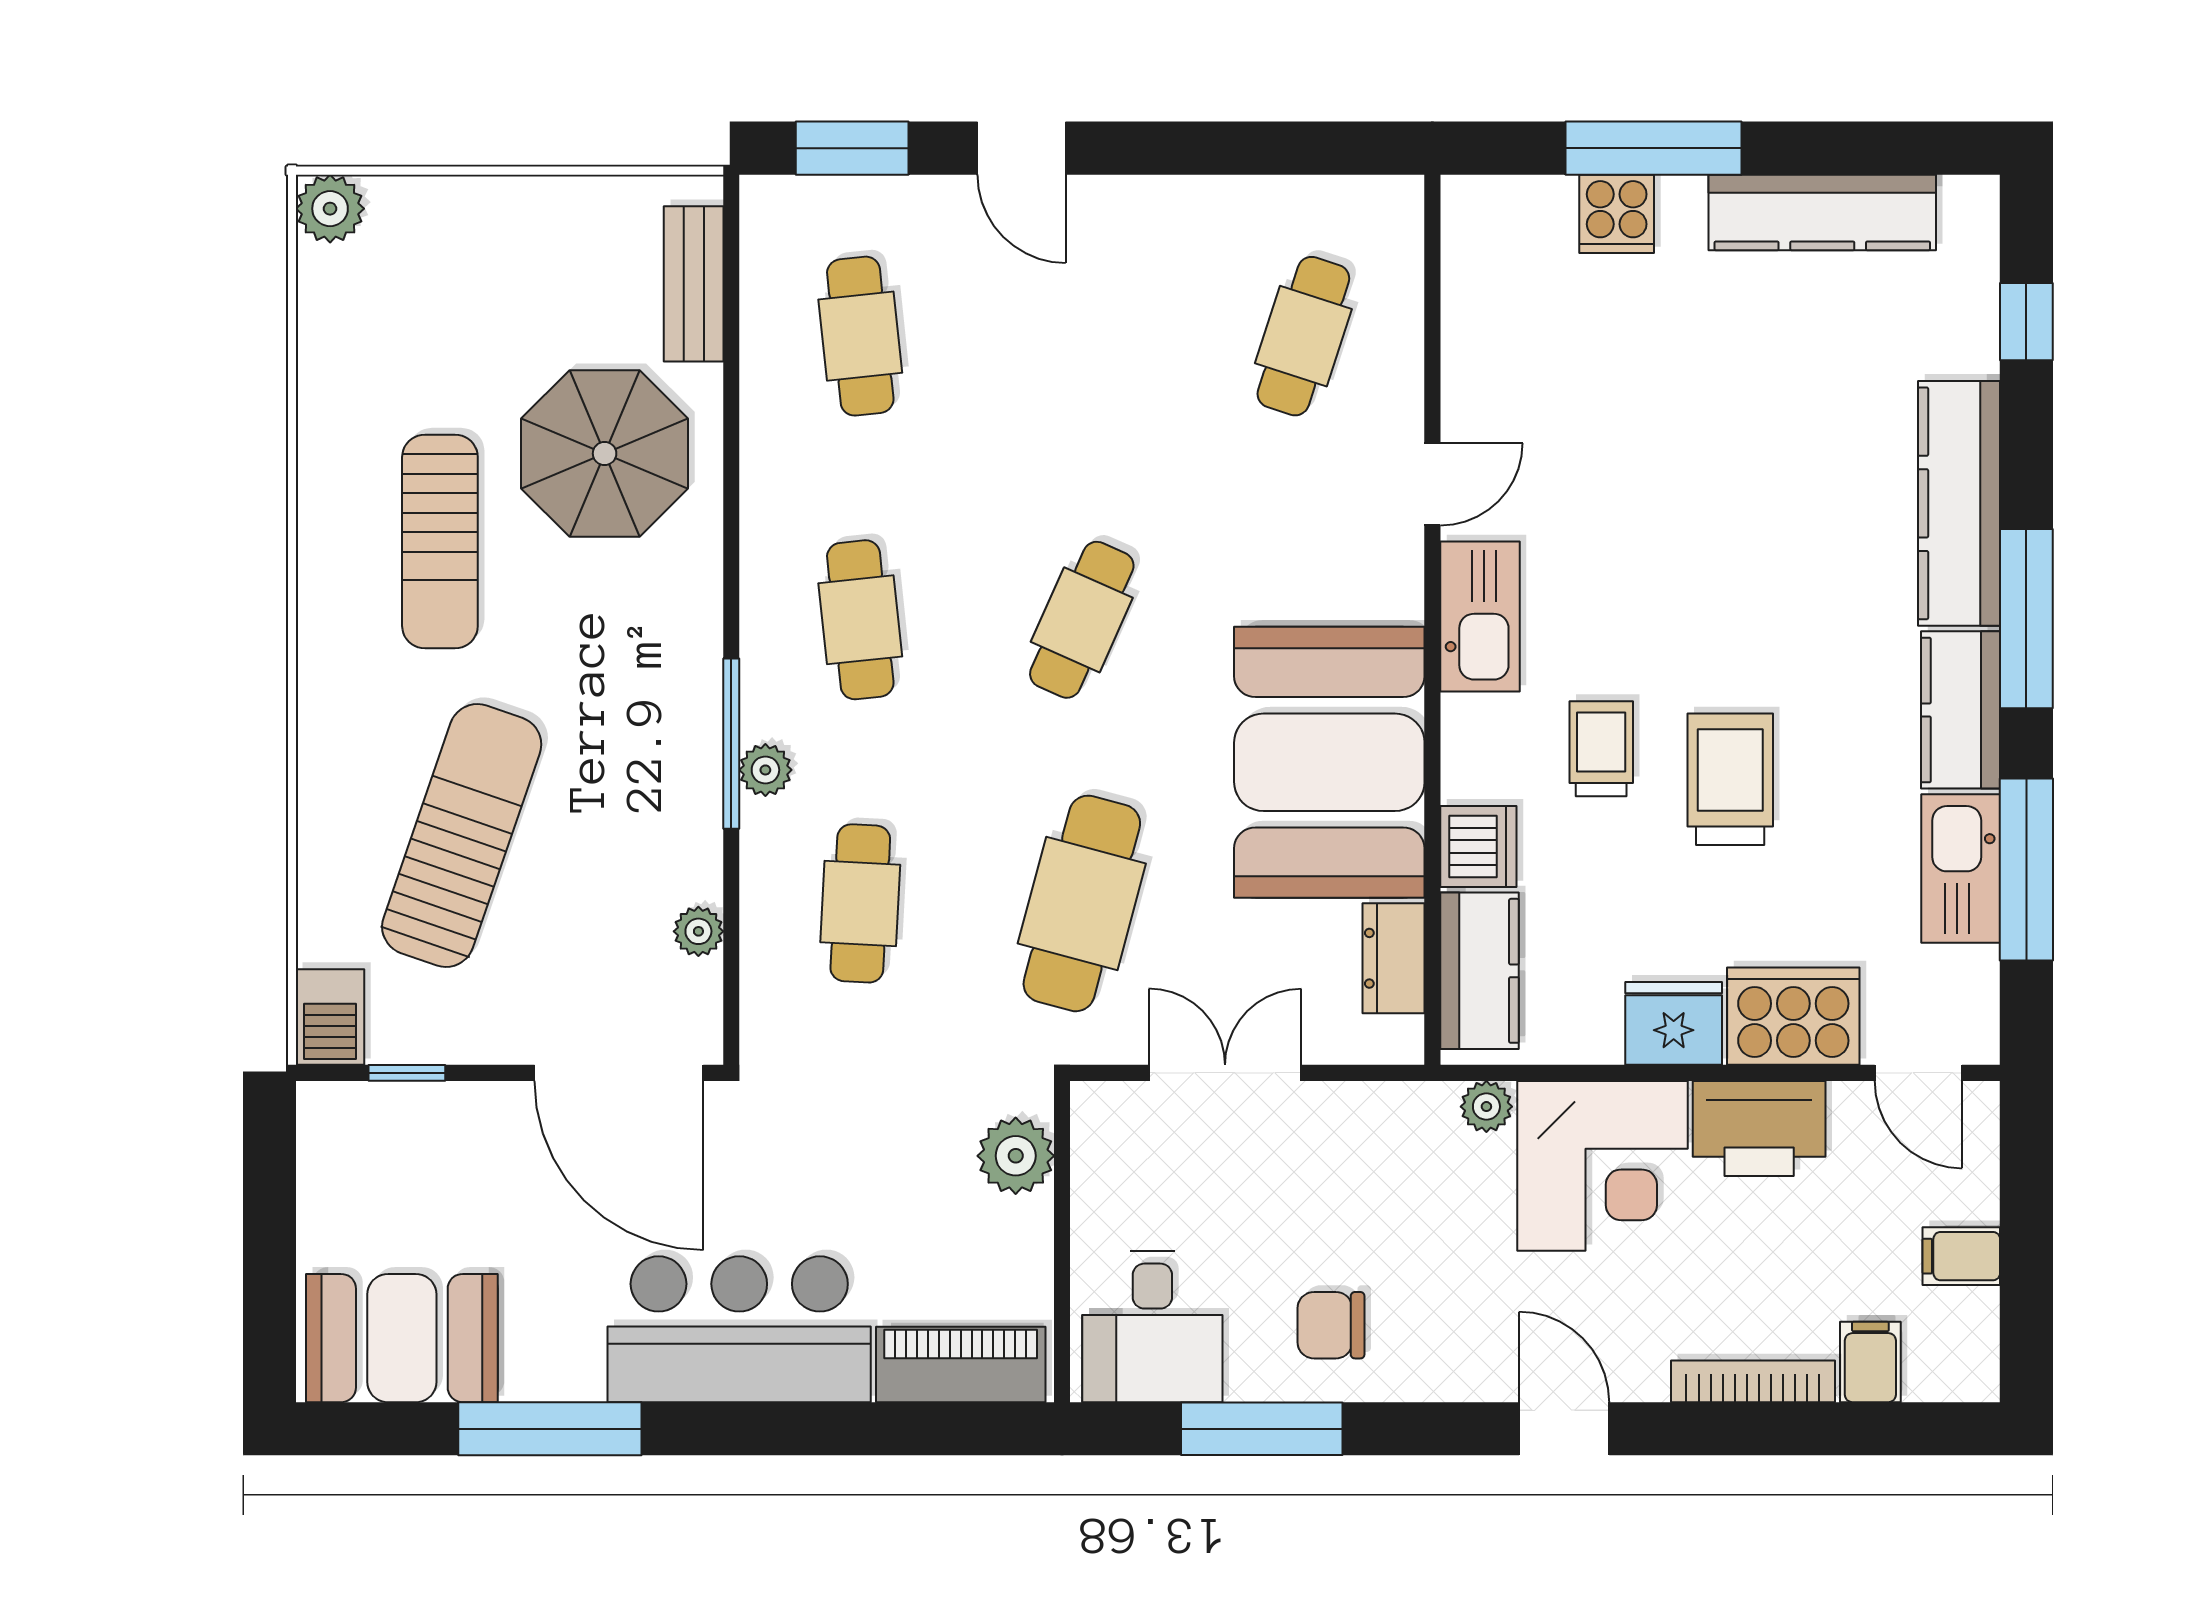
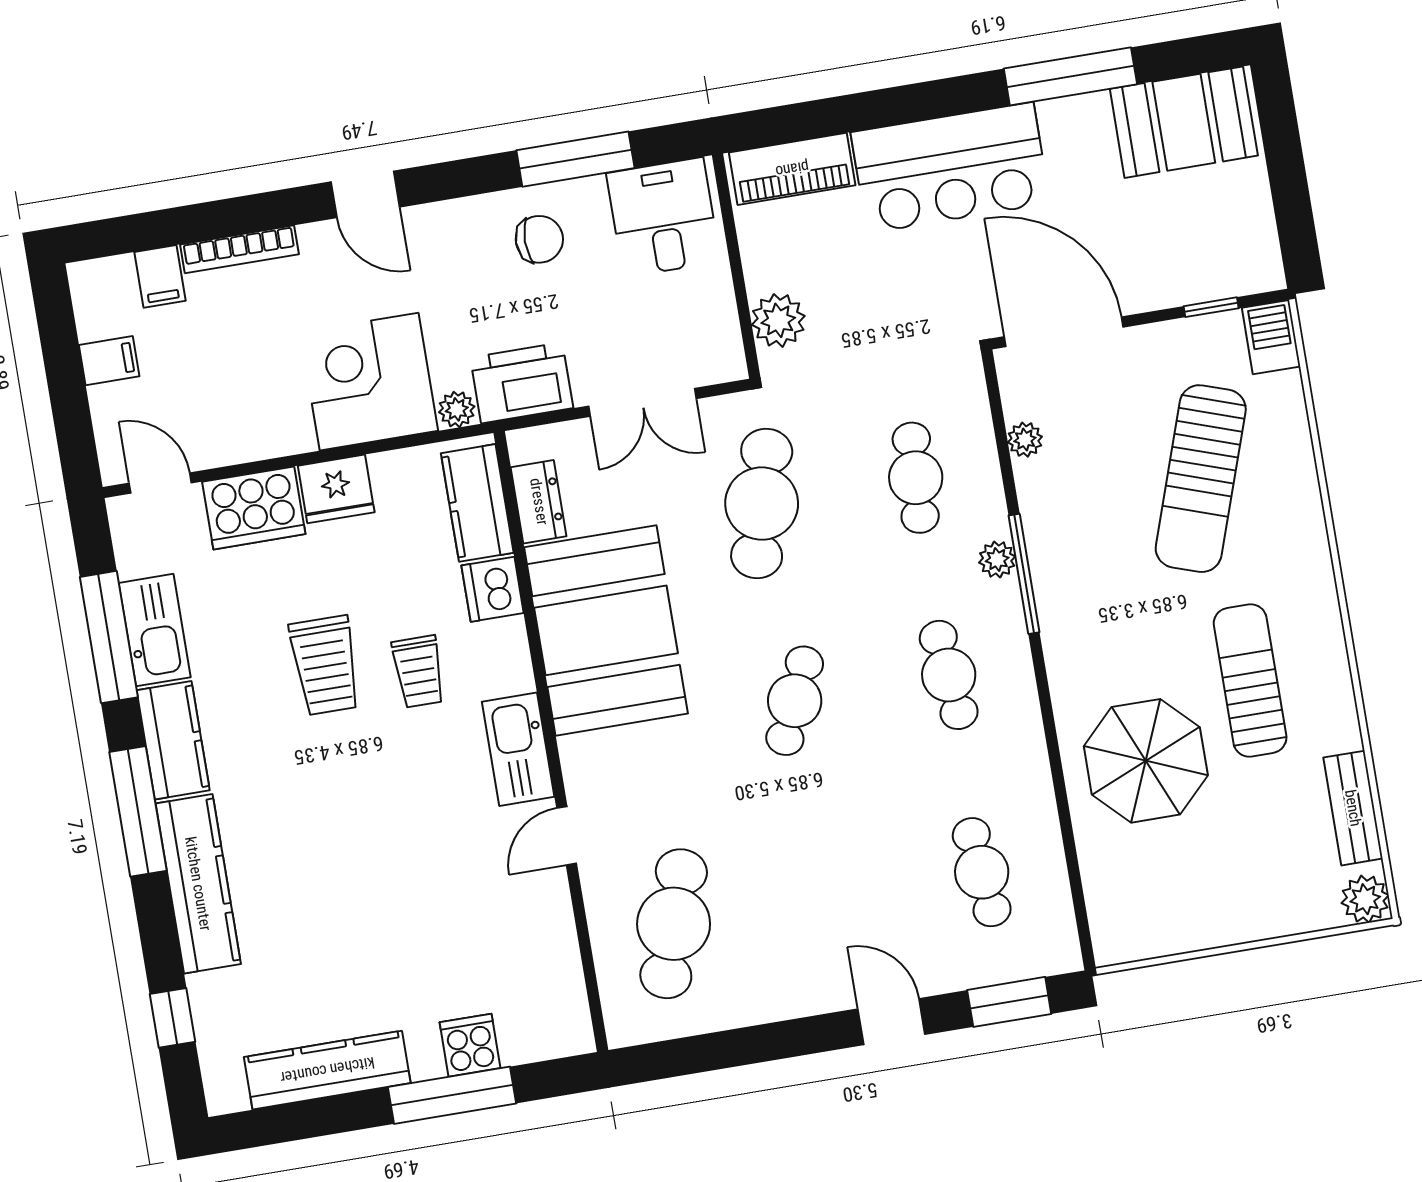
bench: (694, 284) -> (1353, 808), moved
cafe table: (1303, 336) -> (674, 924), width x1.37, depth x1.35
printer: (1759, 1128) -> (522, 383), moved

